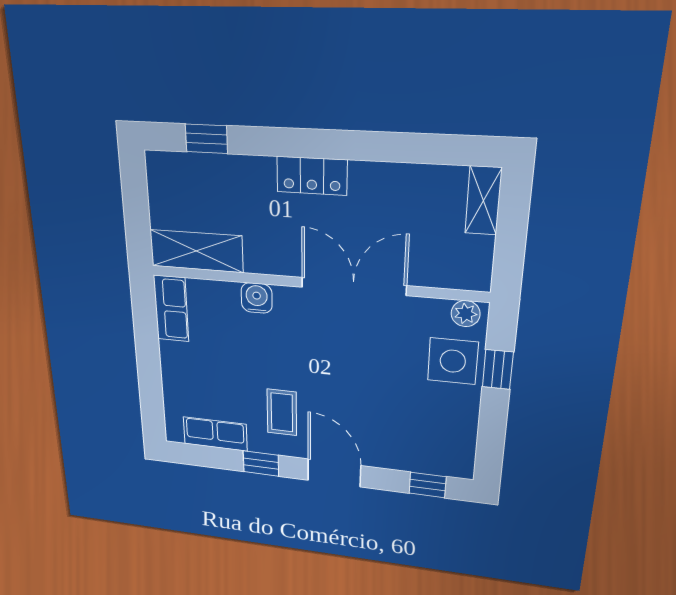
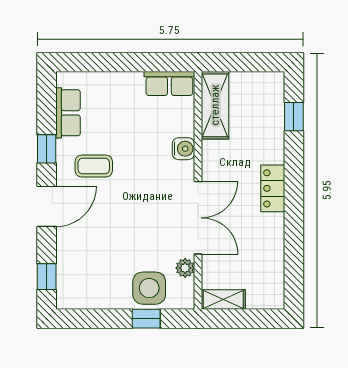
shelving: (483, 201) -> (223, 300), moved
plant: (466, 314) -> (185, 268), moved

